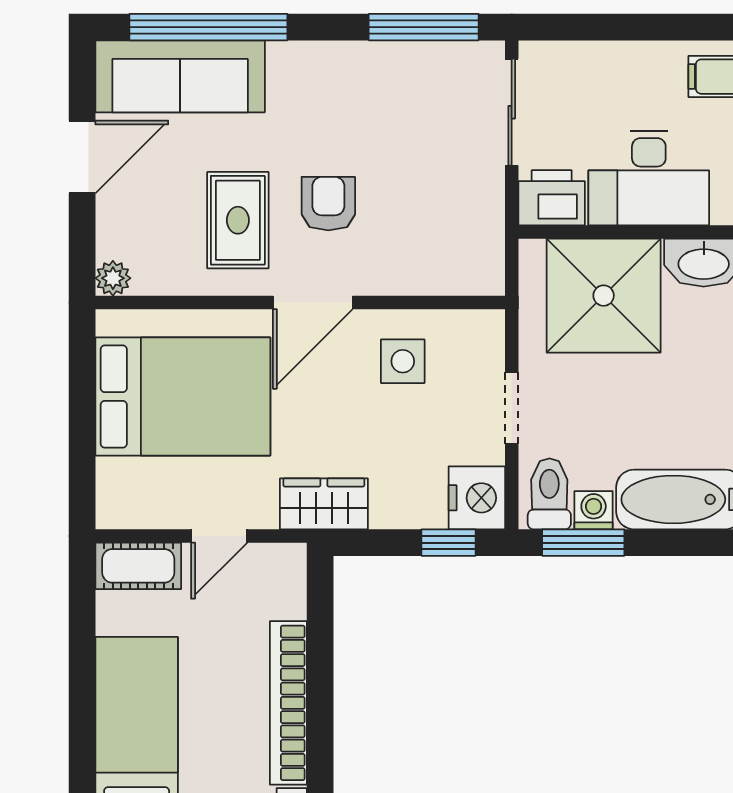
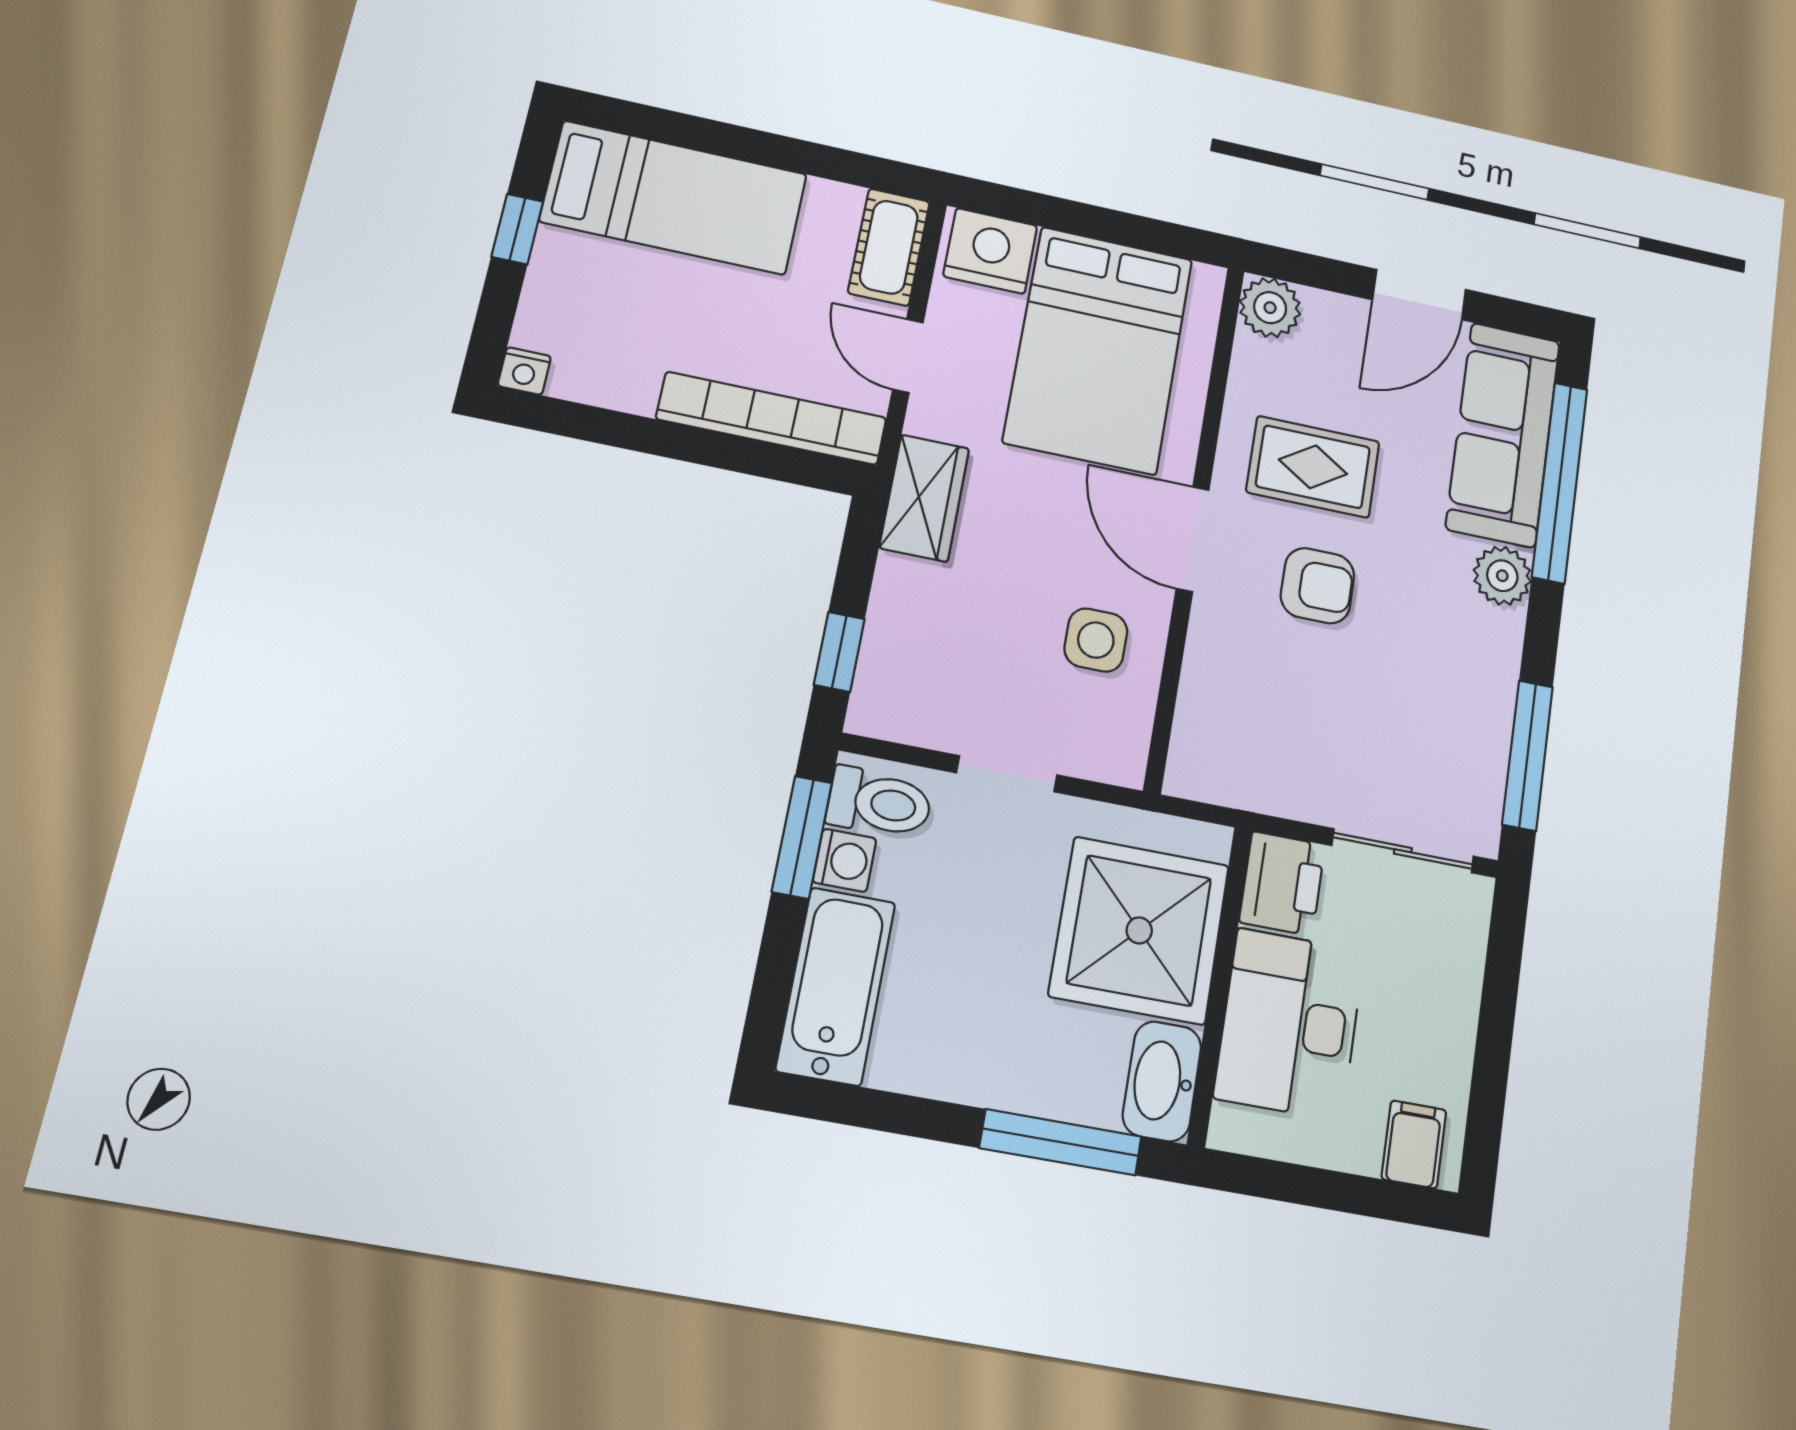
plant: (291, 63) -> (1502, 576), added
door: (82, 157) -> (1419, 295), hinge flipped
plant: (113, 278) -> (1270, 308), width x1.38, depth x1.38
nightstand: (477, 498) -> (990, 251), moved, turned 180
bookcase: (288, 703) -> (772, 418), moved

